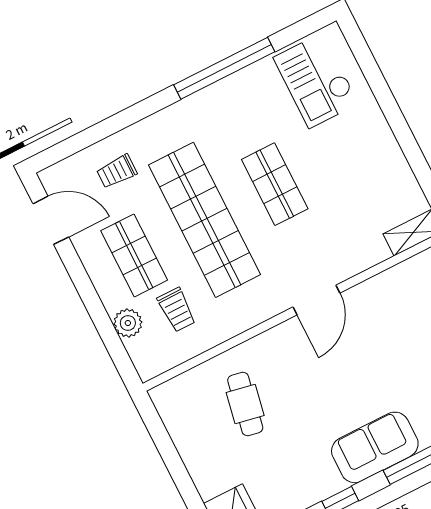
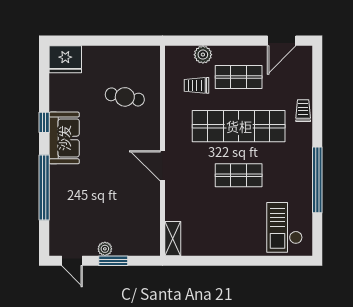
checkout: (316, 81) -> (285, 227), turned -90
trolley: (117, 171) -> (303, 111), moved
sofa: (375, 447) -> (64, 138), moved

